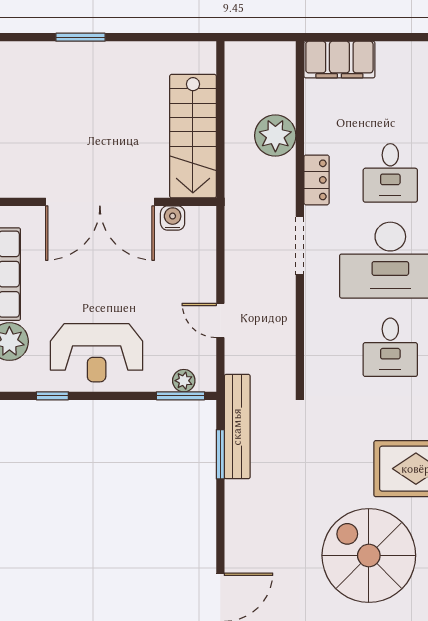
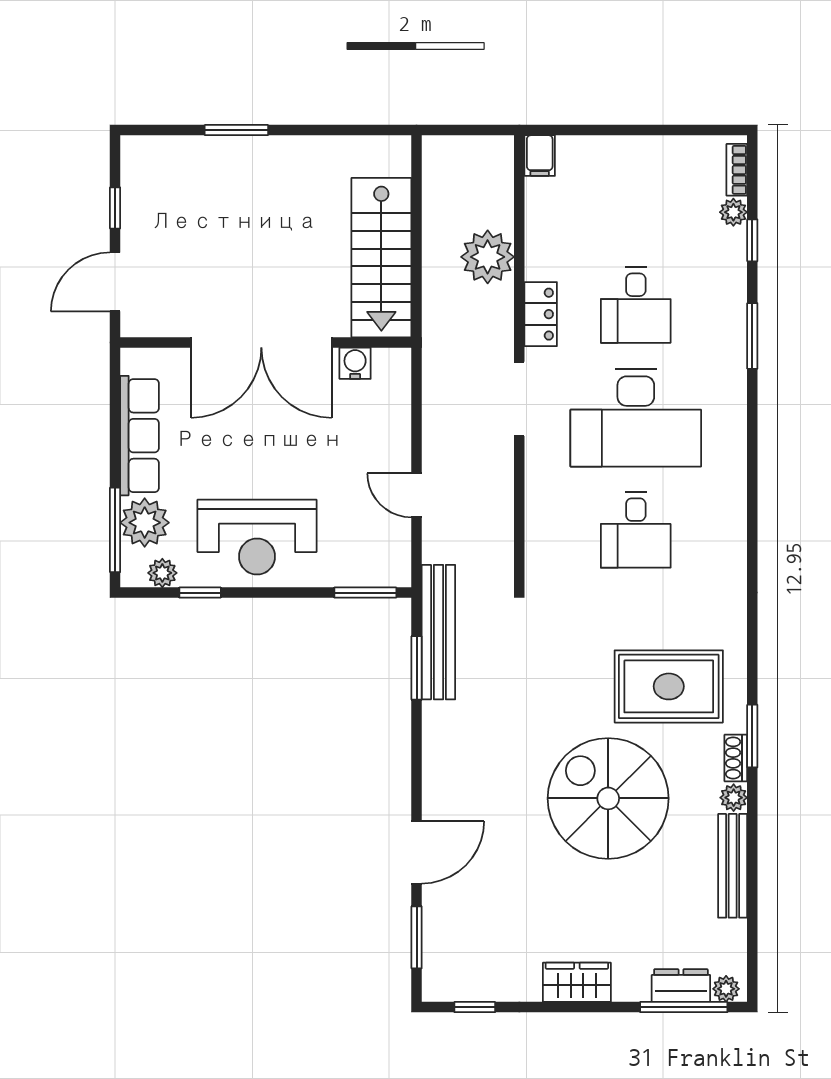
filing cabinet: (339, 60) -> (540, 156), width x0.33, depth x0.86
plant: (184, 381) -> (162, 573), moved

